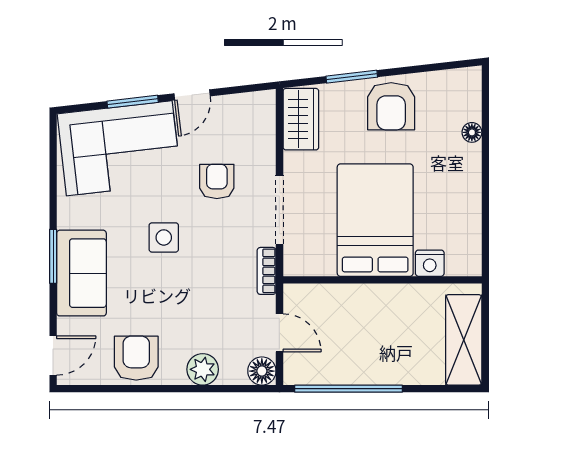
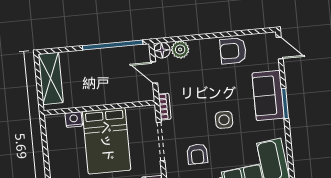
door: (53, 356) -> (280, 48), swing flipped
armchair: (136, 358) -> (233, 51), turned 90
plant: (203, 369) -> (180, 50), moved

